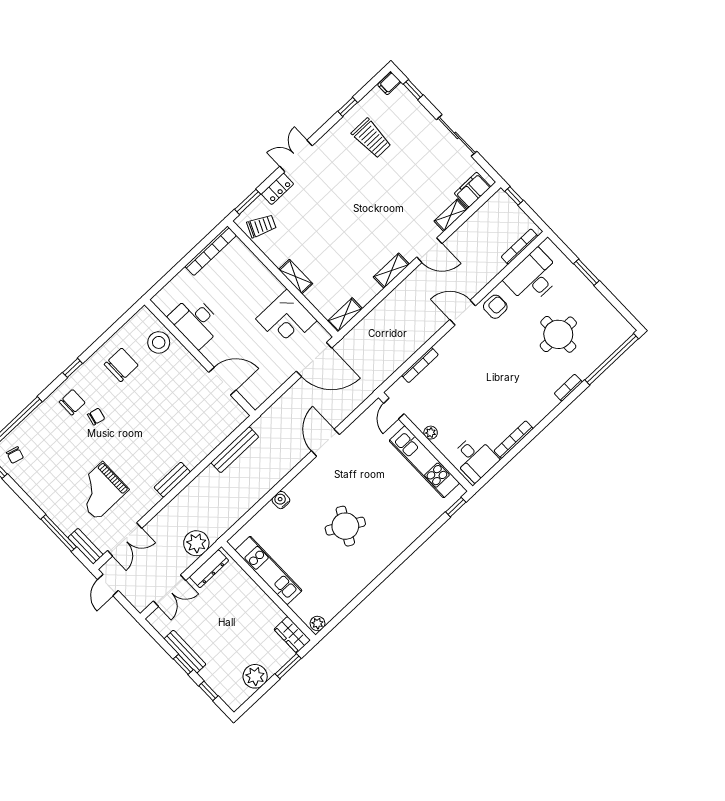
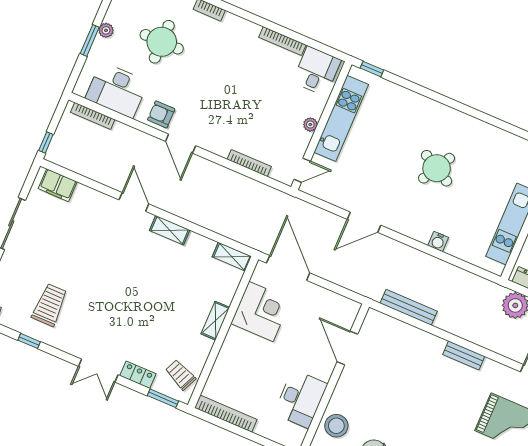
shelving: (451, 215) -> (91, 196), removed
plant: (589, 290) -> (106, 30), added

